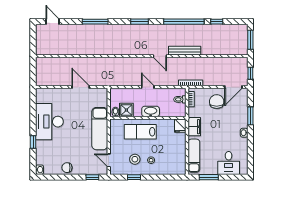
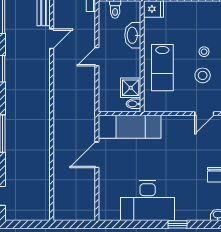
washbasin: (151, 111) -> (133, 35), moved
exam couch: (100, 129) -> (130, 127), moved

